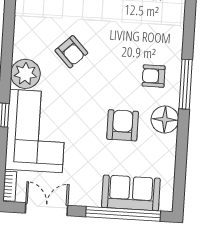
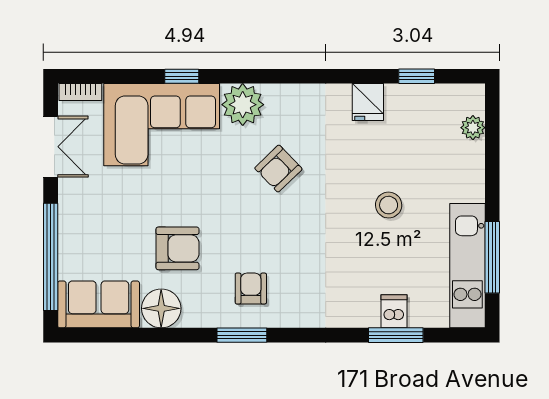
window: (186, 84) -> (242, 335), width x0.69
floor lamp: (165, 120) -> (161, 308), moved
sofa: (131, 193) -> (99, 304), moved, turned -90

